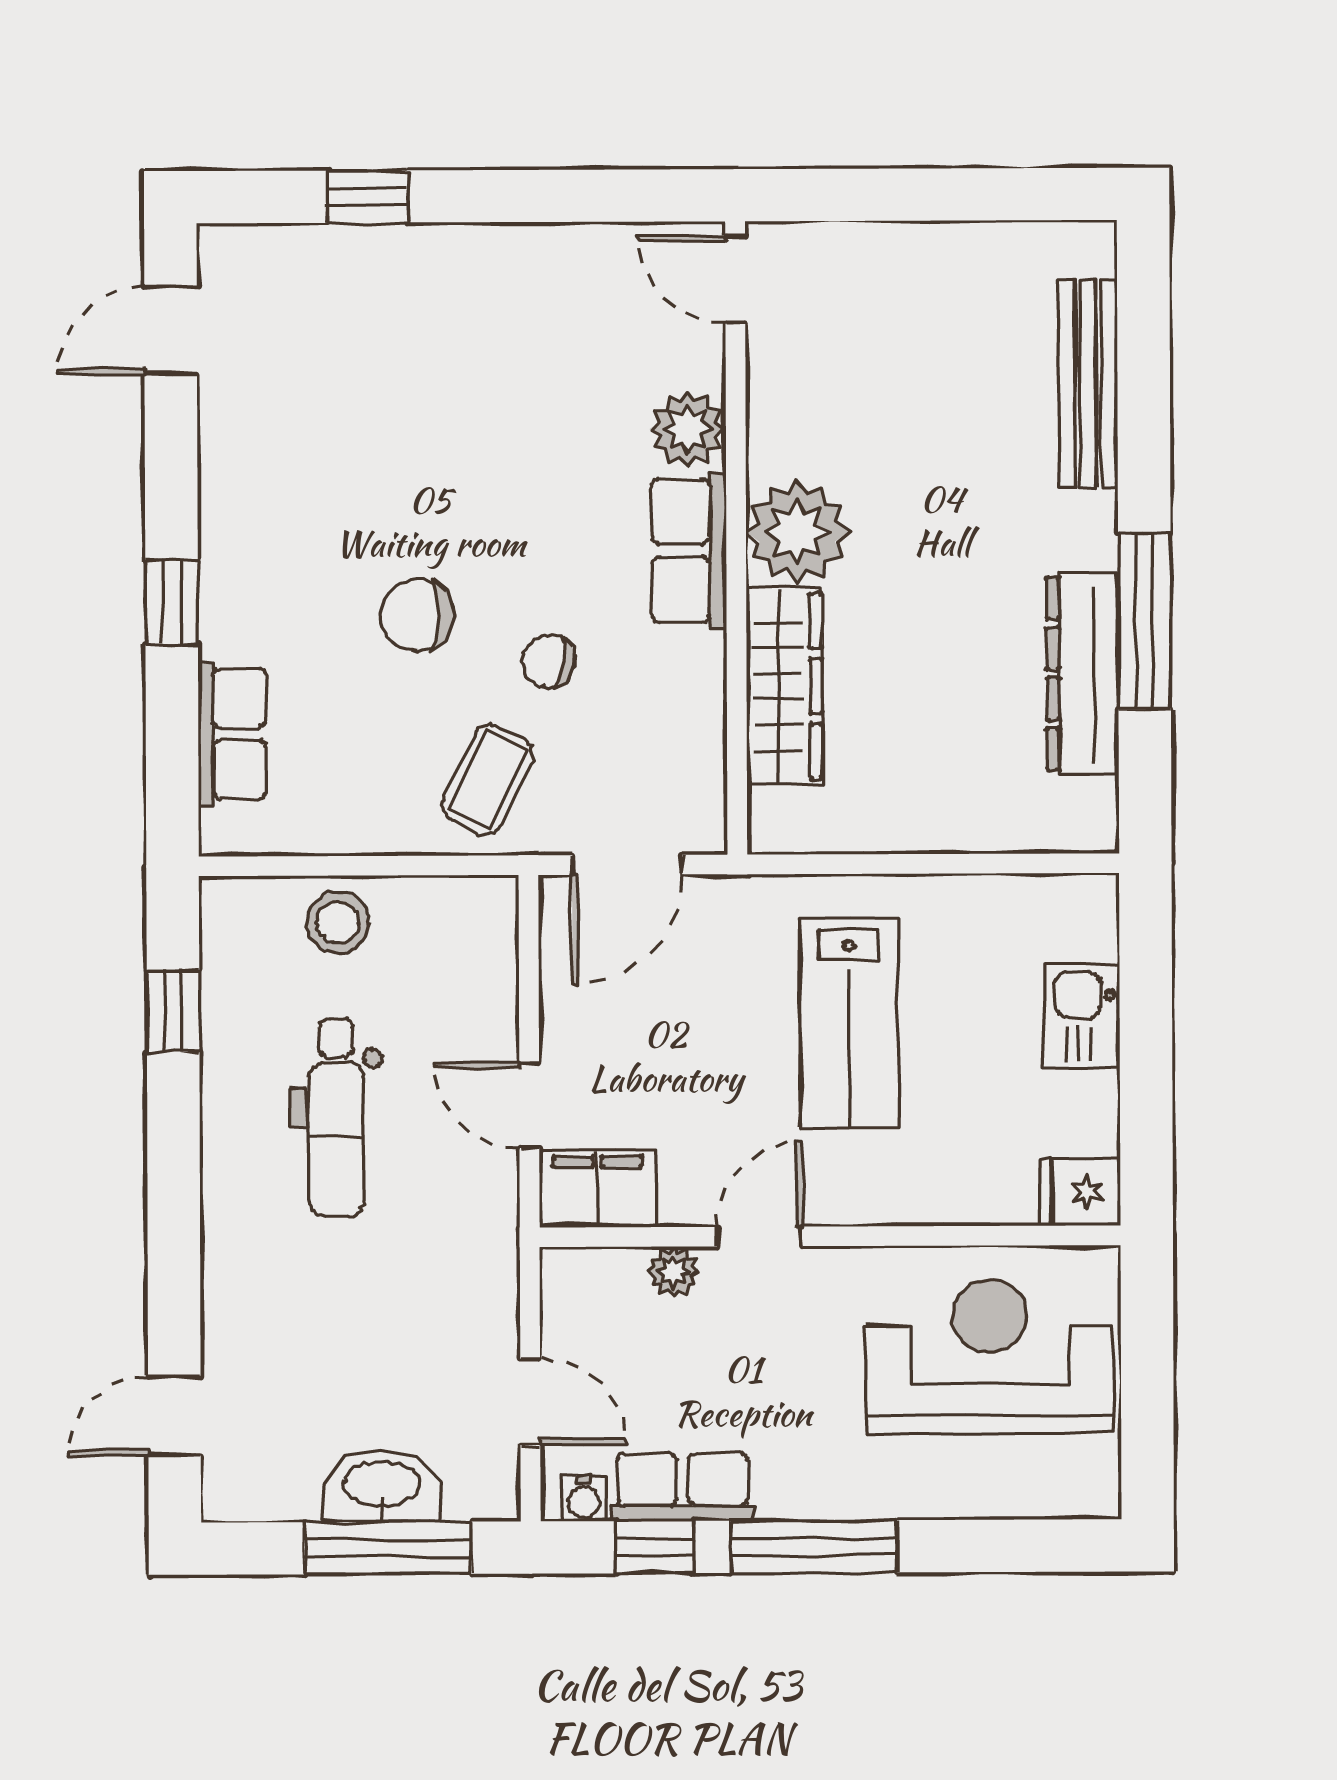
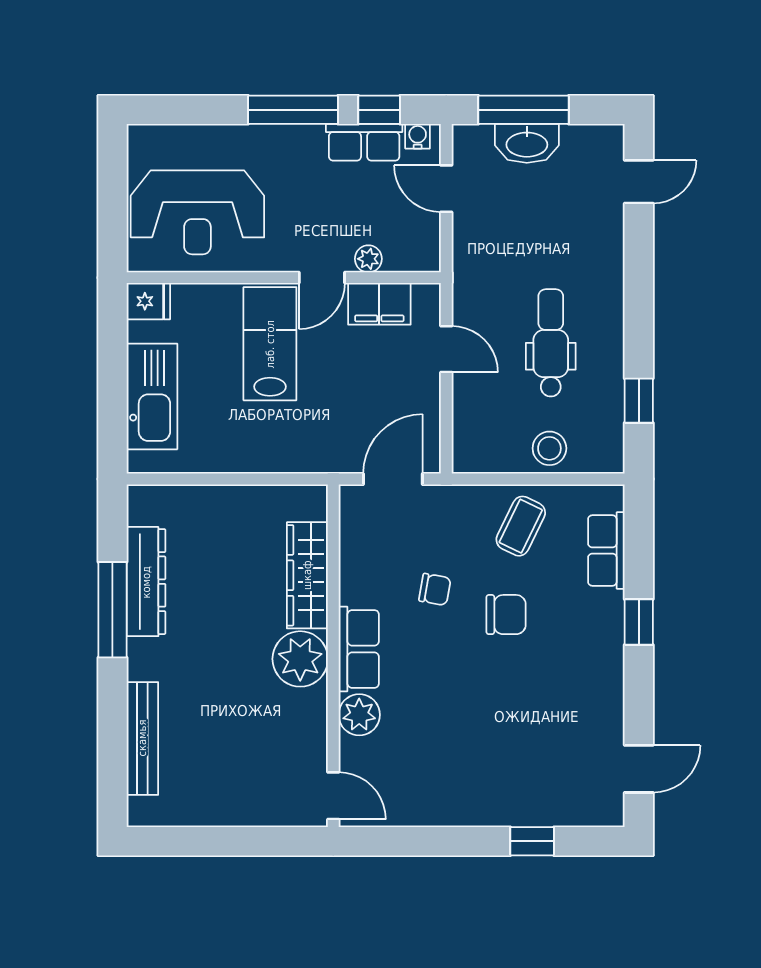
coffee table: (488, 780) -> (521, 526), moved
kitchen sink: (1082, 1016) -> (152, 396), width x1.88, depth x1.24
lab bench: (849, 1023) -> (270, 344), moved
filing cabinet: (597, 1189) -> (379, 304), moved

